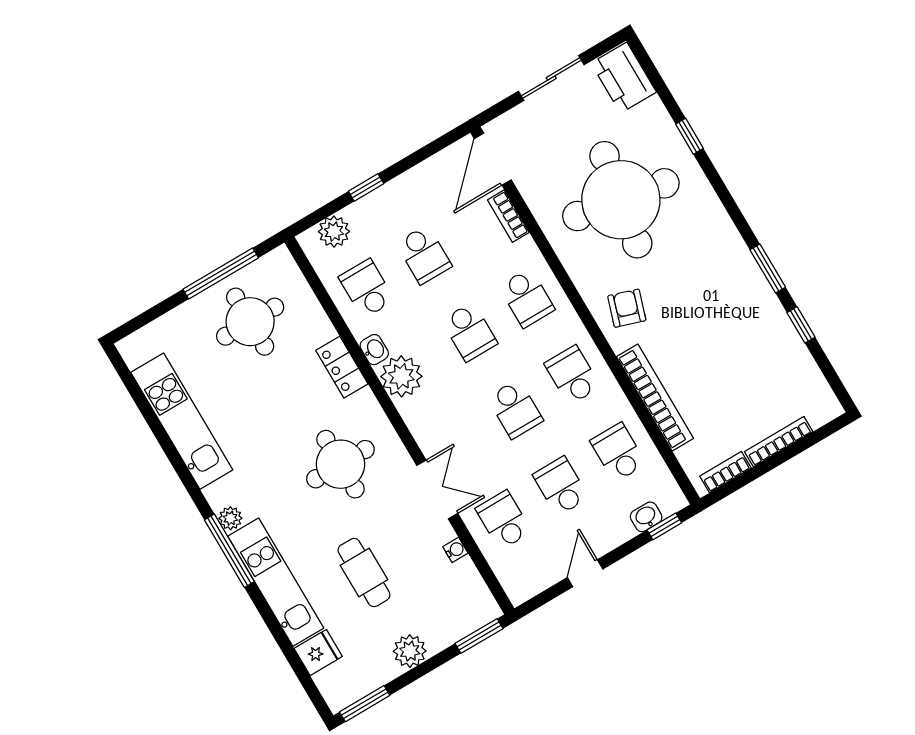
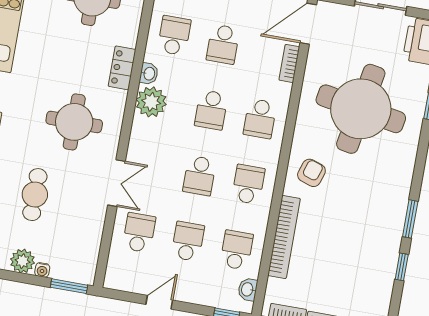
washbasin: (646, 517) -> (248, 289), moved, turned -90
water cooler: (455, 550) -> (42, 270), moved, turned 90

